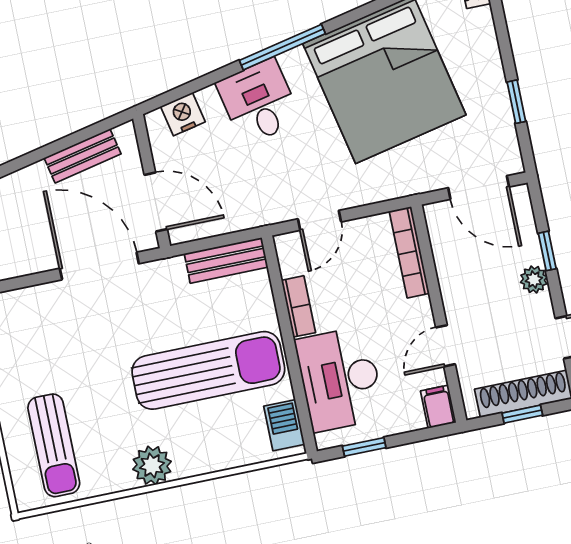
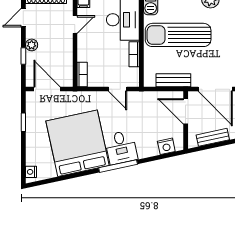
desk: (259, 102) -> (121, 147), moved
door: (320, 220) -> (118, 89), swing flipped
bookcase: (409, 252) -> (82, 74), width x0.64
bench: (226, 260) -> (173, 80), moved

